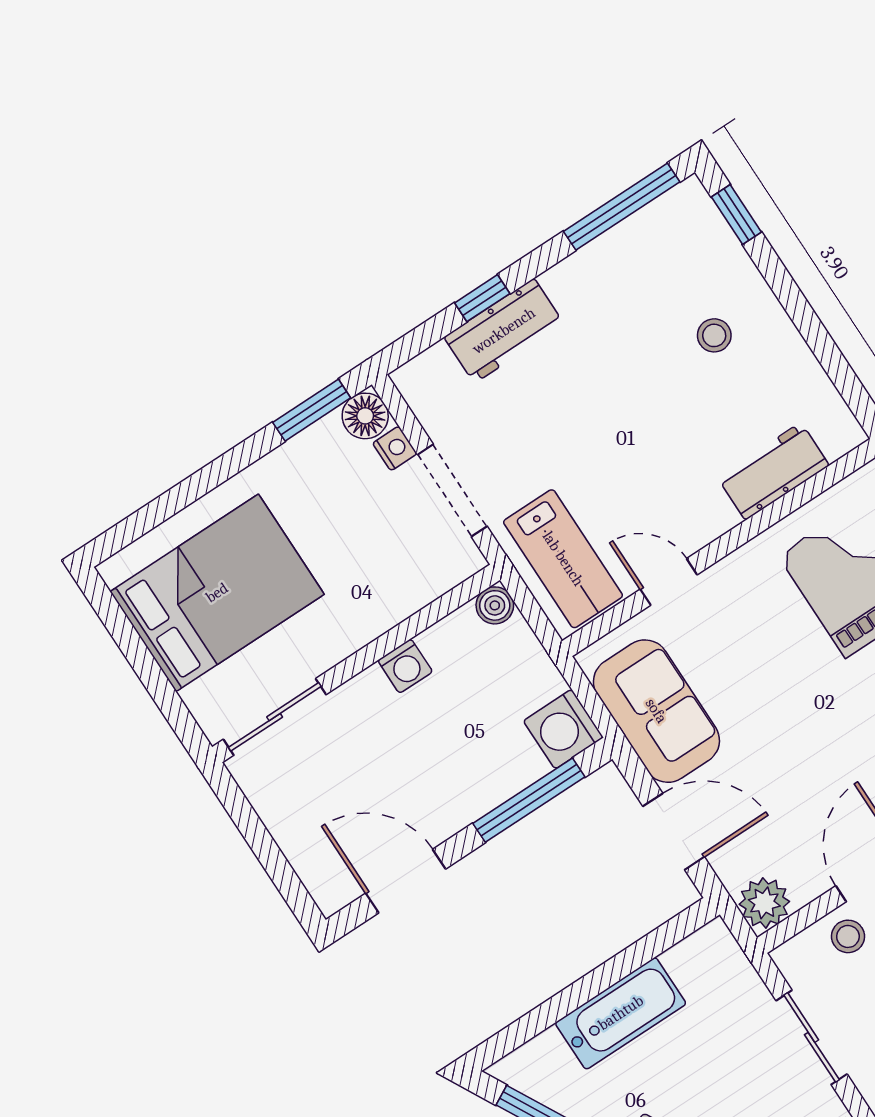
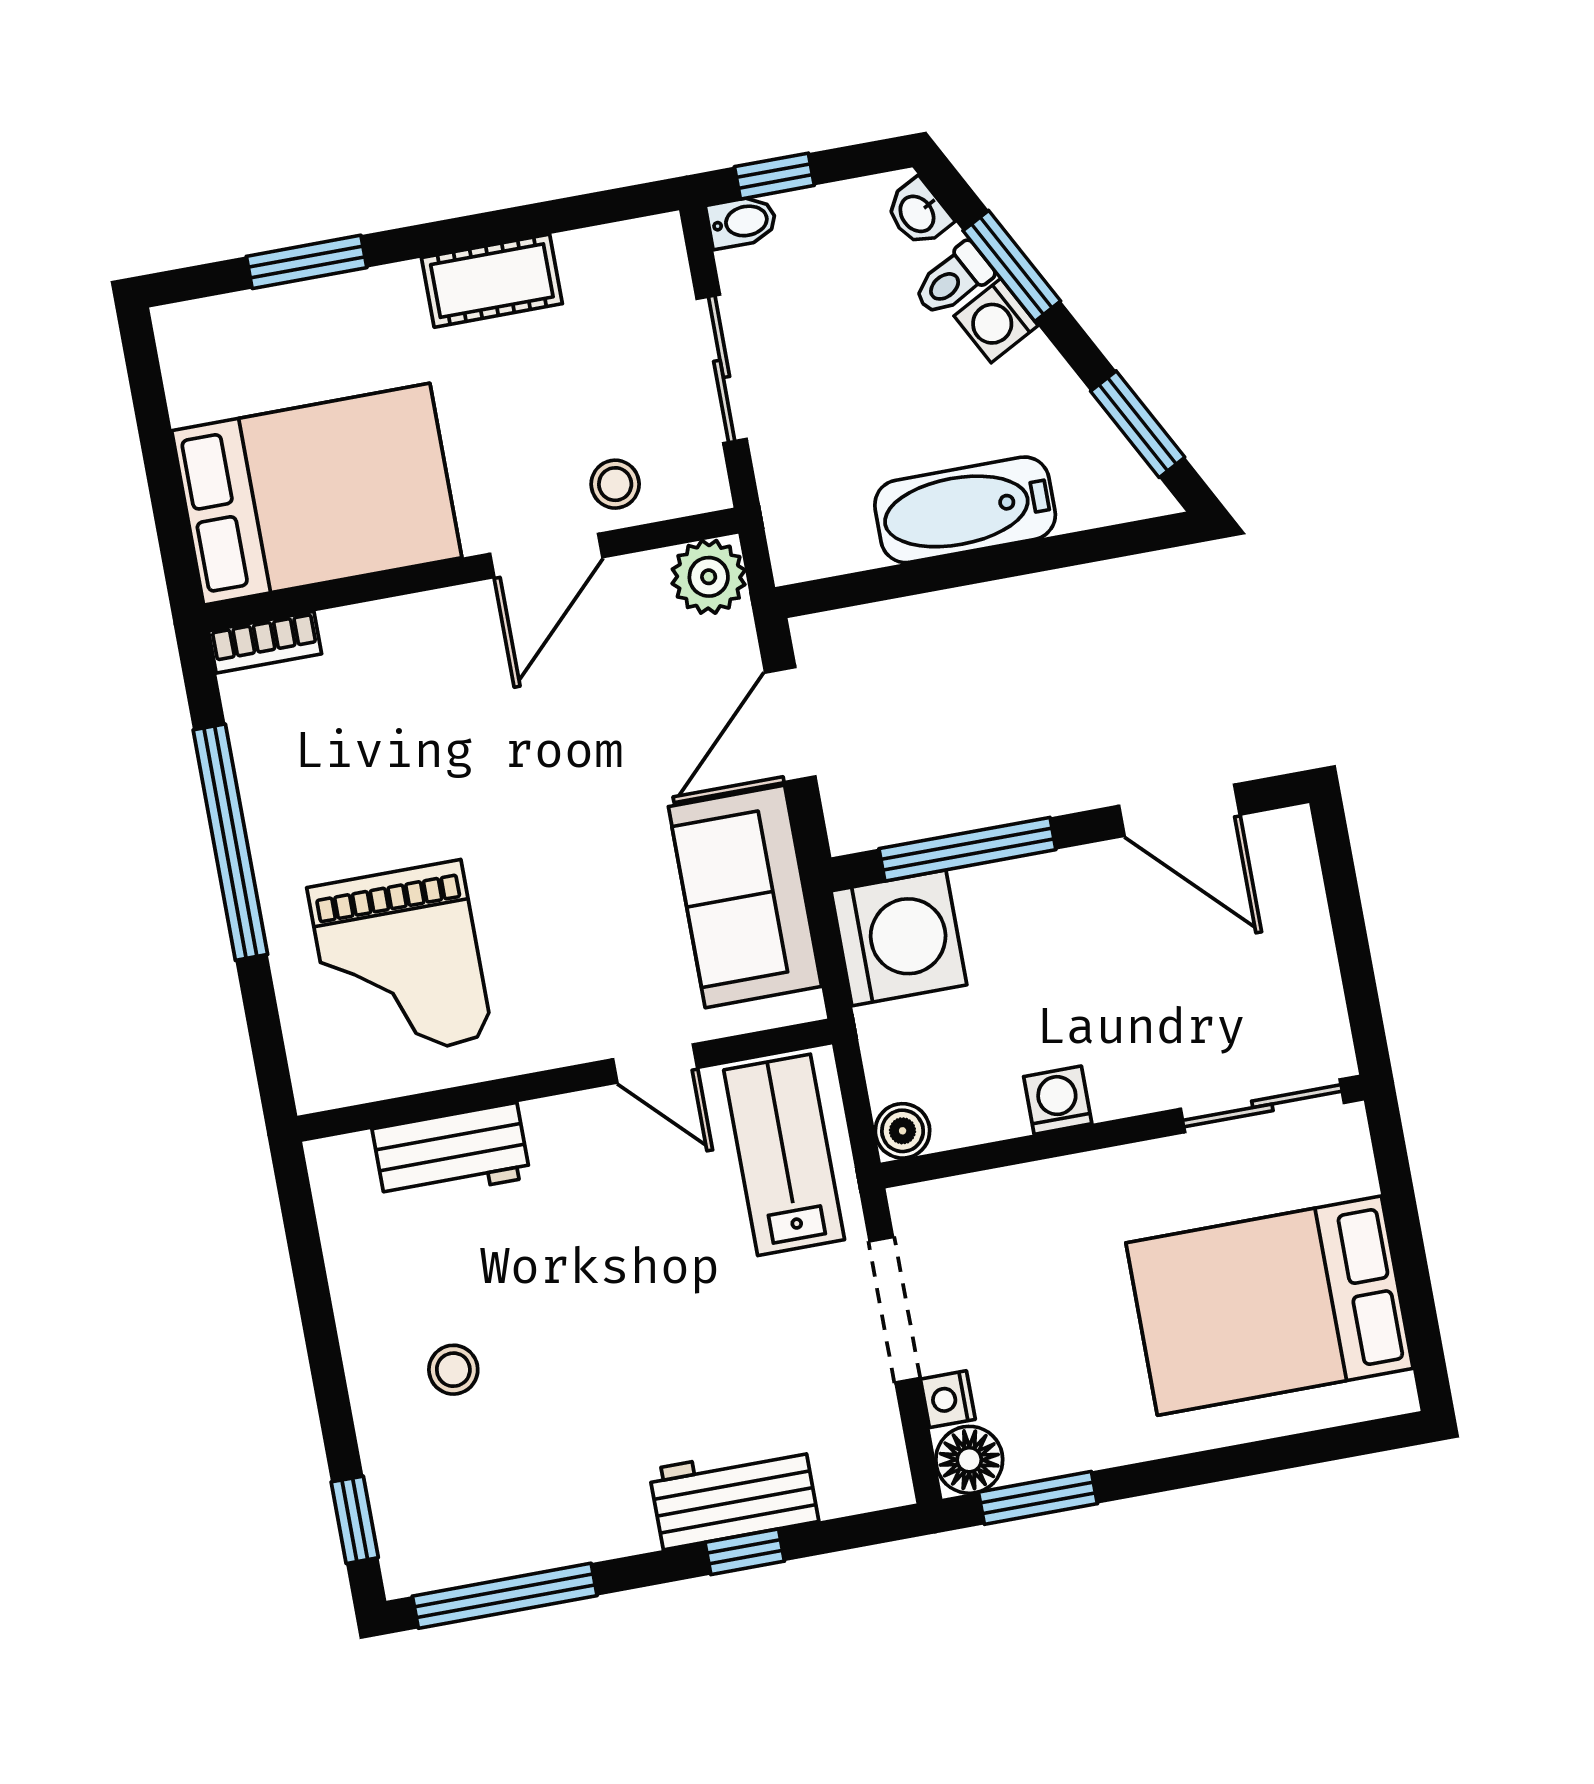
washing machine: (563, 729) -> (899, 938), width x1.37, depth x1.37
door: (674, 832) -> (790, 724), hinge flipped

